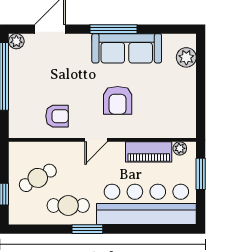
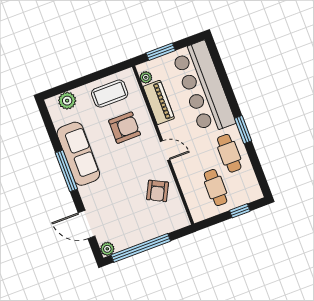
armchair: (118, 100) -> (125, 128), moved
coffee table: (177, 104) -> (110, 94), added
armchair: (57, 116) -> (158, 191), turned -153
cafe table: (38, 178) -> (216, 188), turned 31

